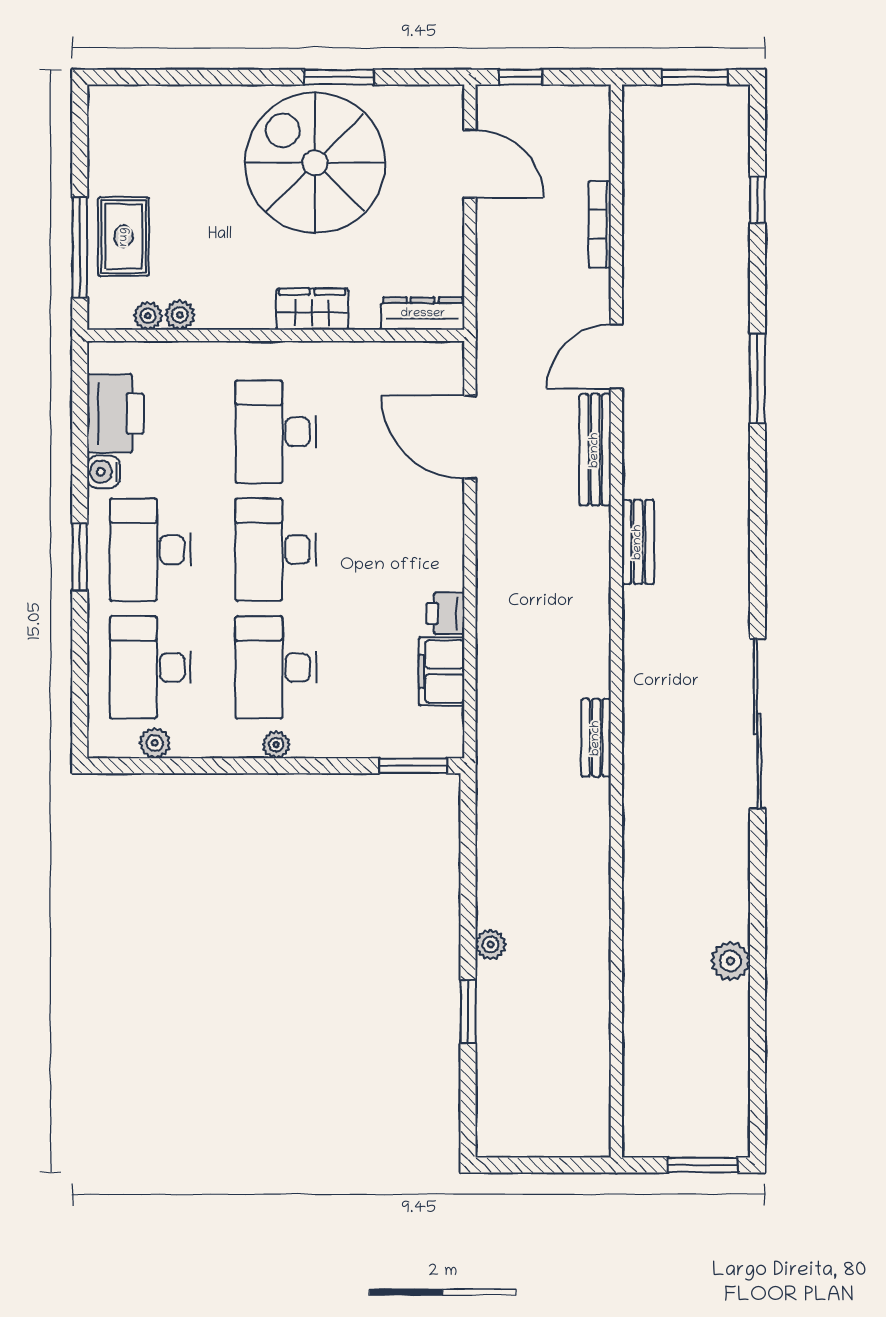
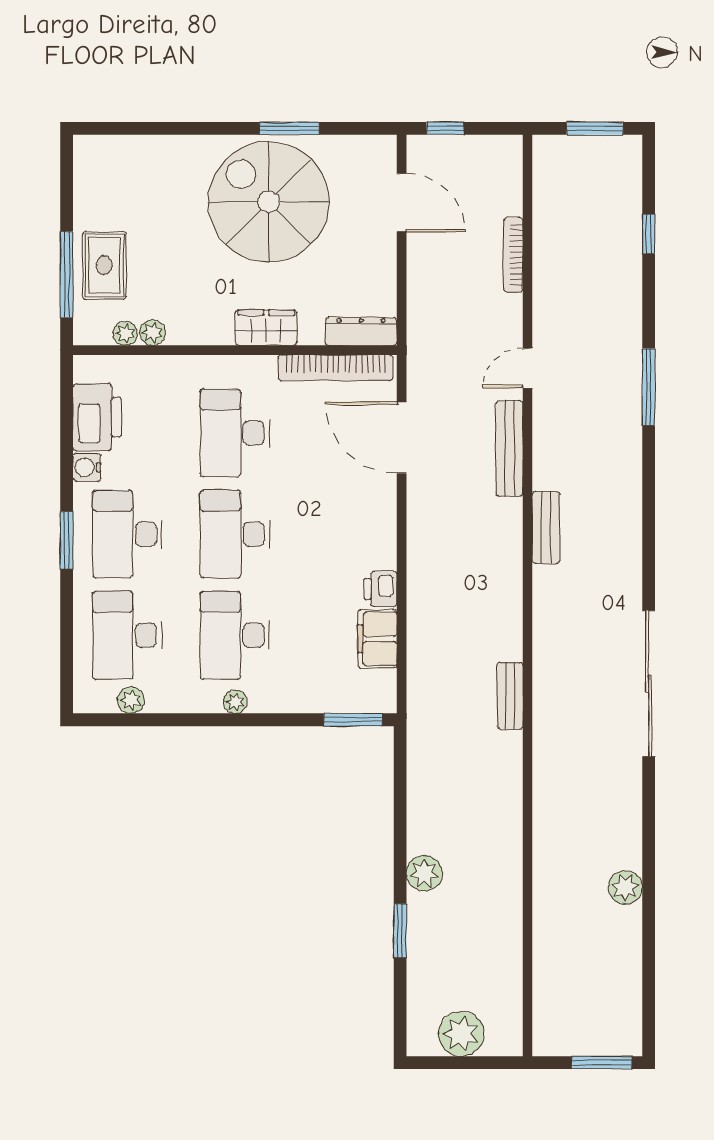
bookcase: (393, 356) -> (336, 368), added
door: (616, 356) -> (528, 368), width x0.73
plant: (491, 945) -> (424, 873), width x1.38, depth x1.38
plant: (539, 1131) -> (461, 1034), added

